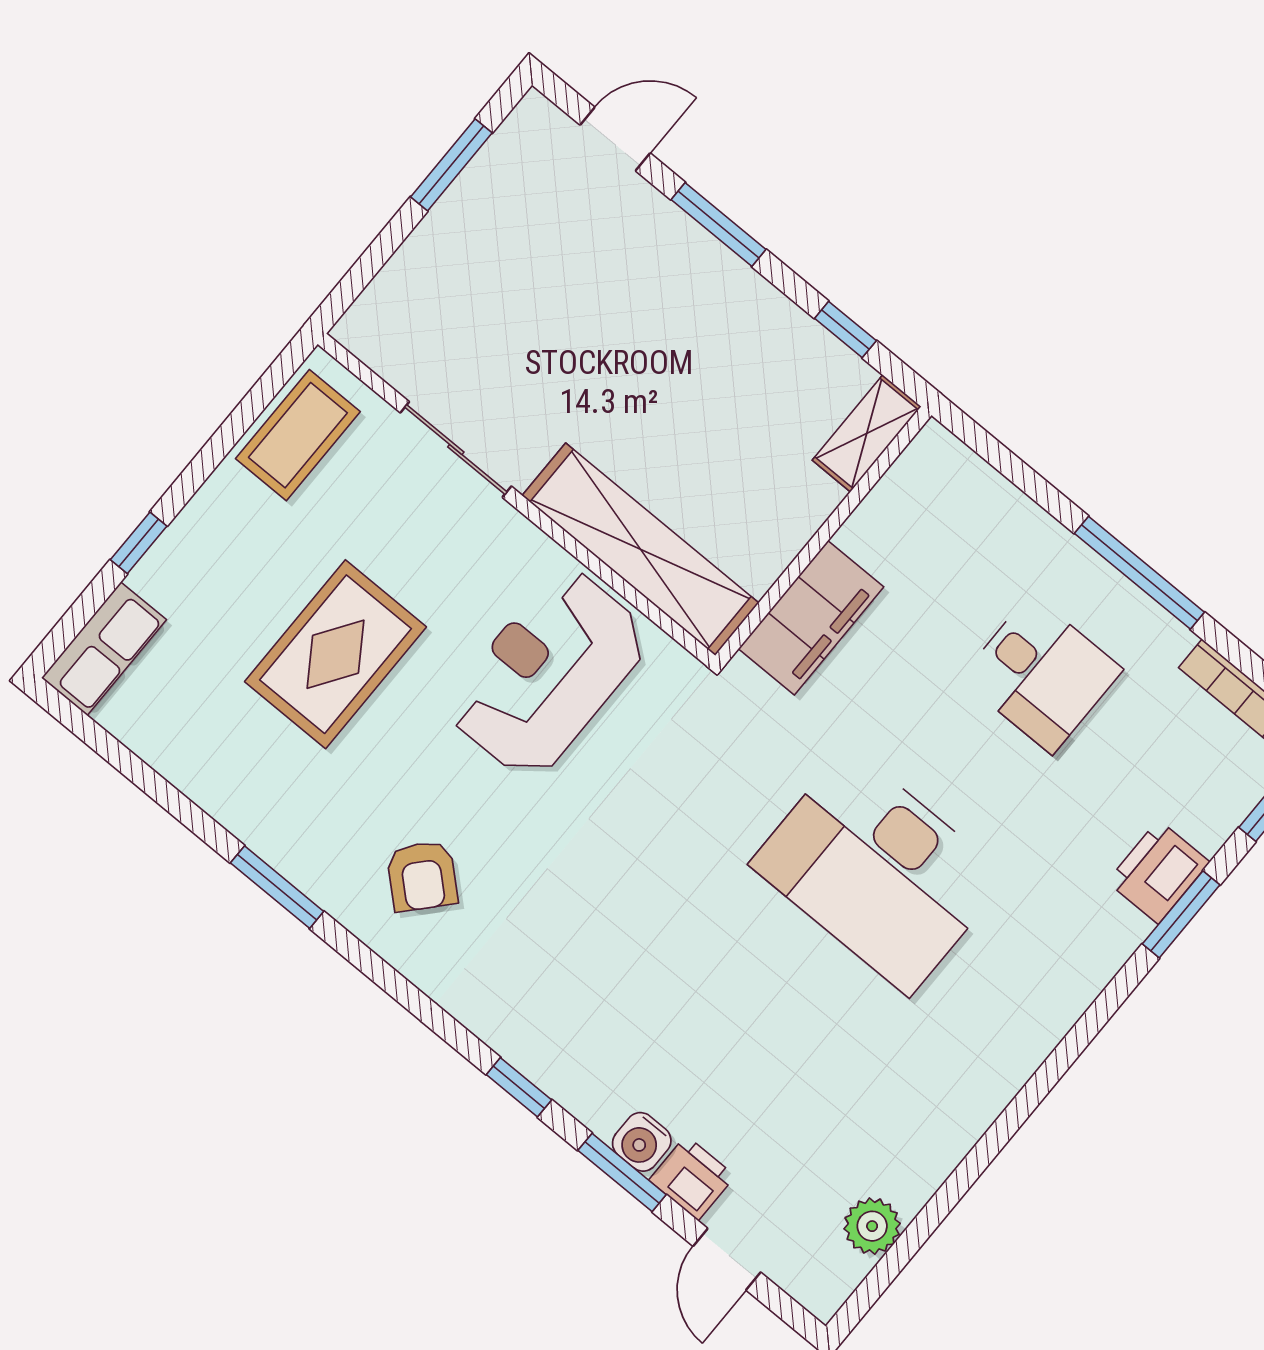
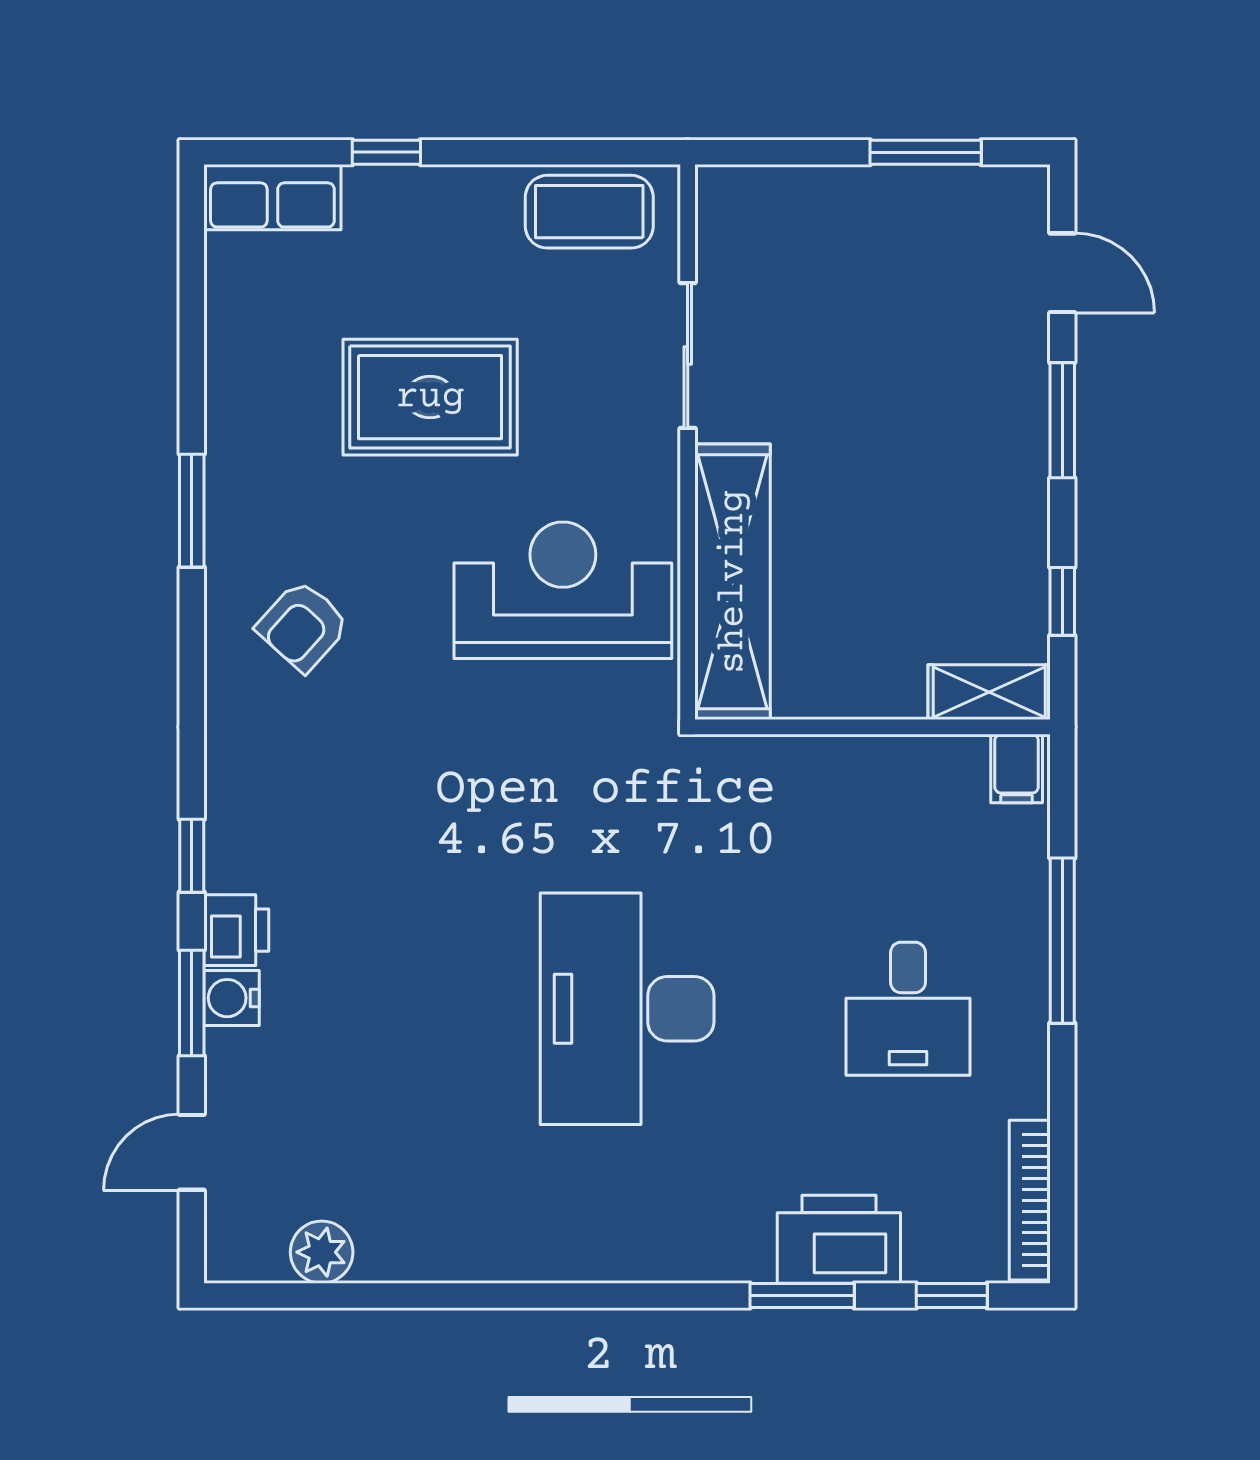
window: (1139, 573) -> (1062, 941), moved
filing cabinet: (811, 618) -> (1017, 769), moved, width x0.33, depth x0.86
printer: (1158, 872) -> (839, 1239), width x1.37, depth x1.19
printer: (692, 1178) -> (236, 930), moved

